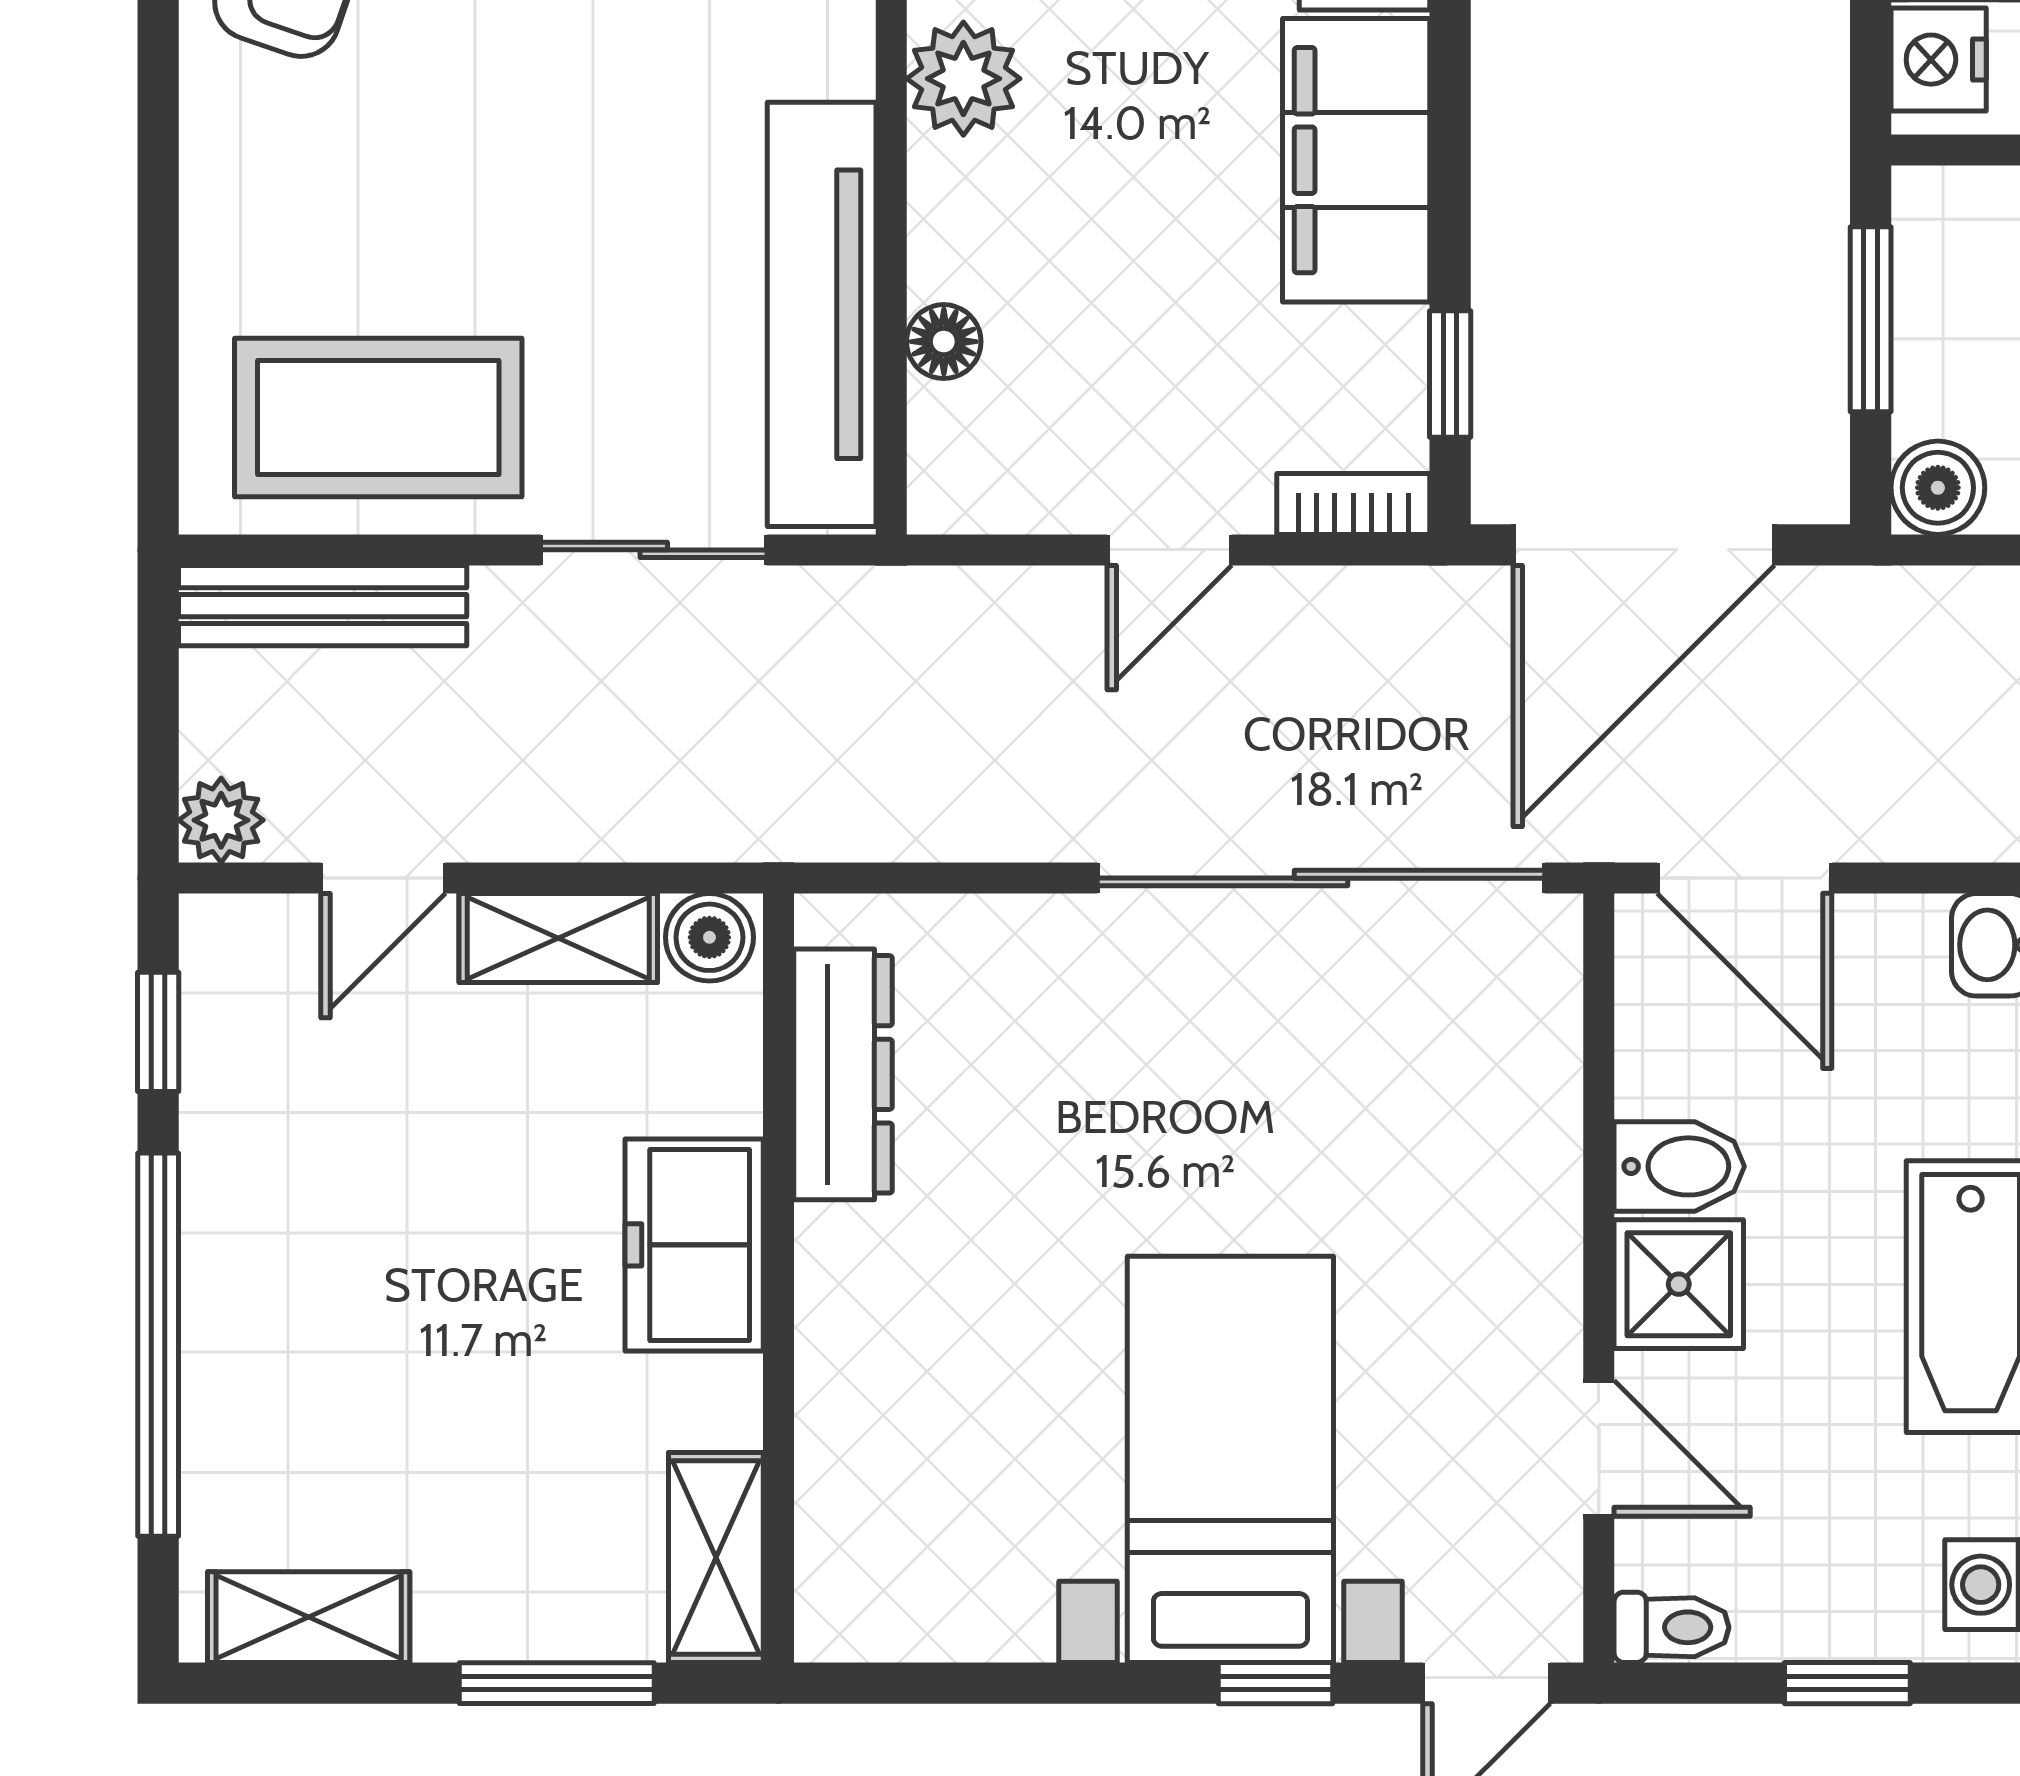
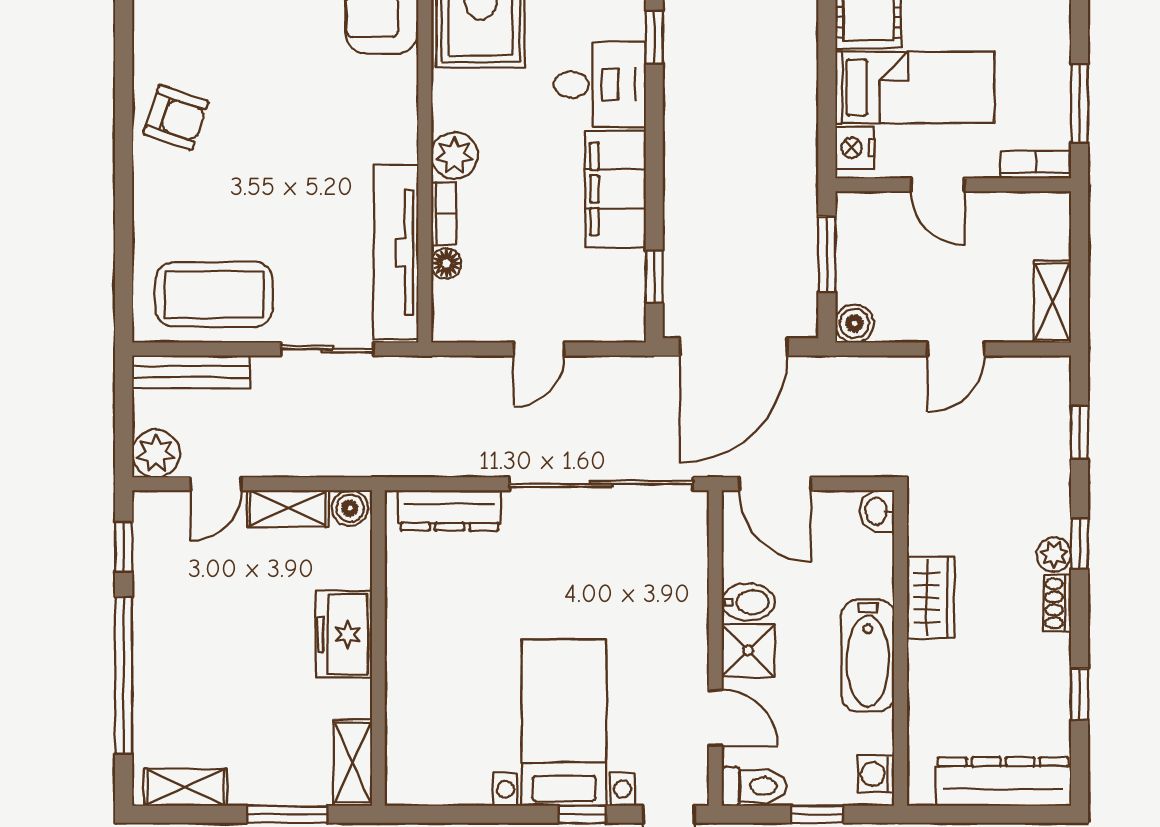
bookcase: (1353, 504) -> (444, 213), moved, turned 90
plant: (221, 820) -> (156, 453), width x1.38, depth x1.38
dresser: (843, 1074) -> (450, 510), moved, turned 90
toilet: (1672, 1627) -> (754, 786), width x1.37, depth x1.39

